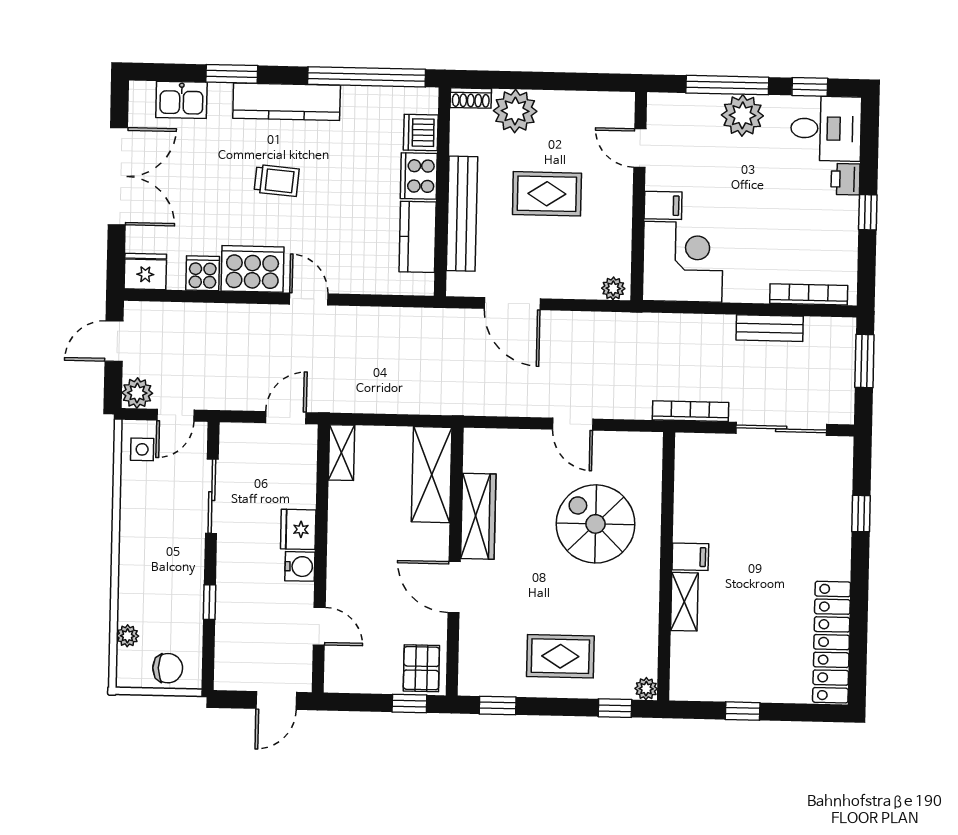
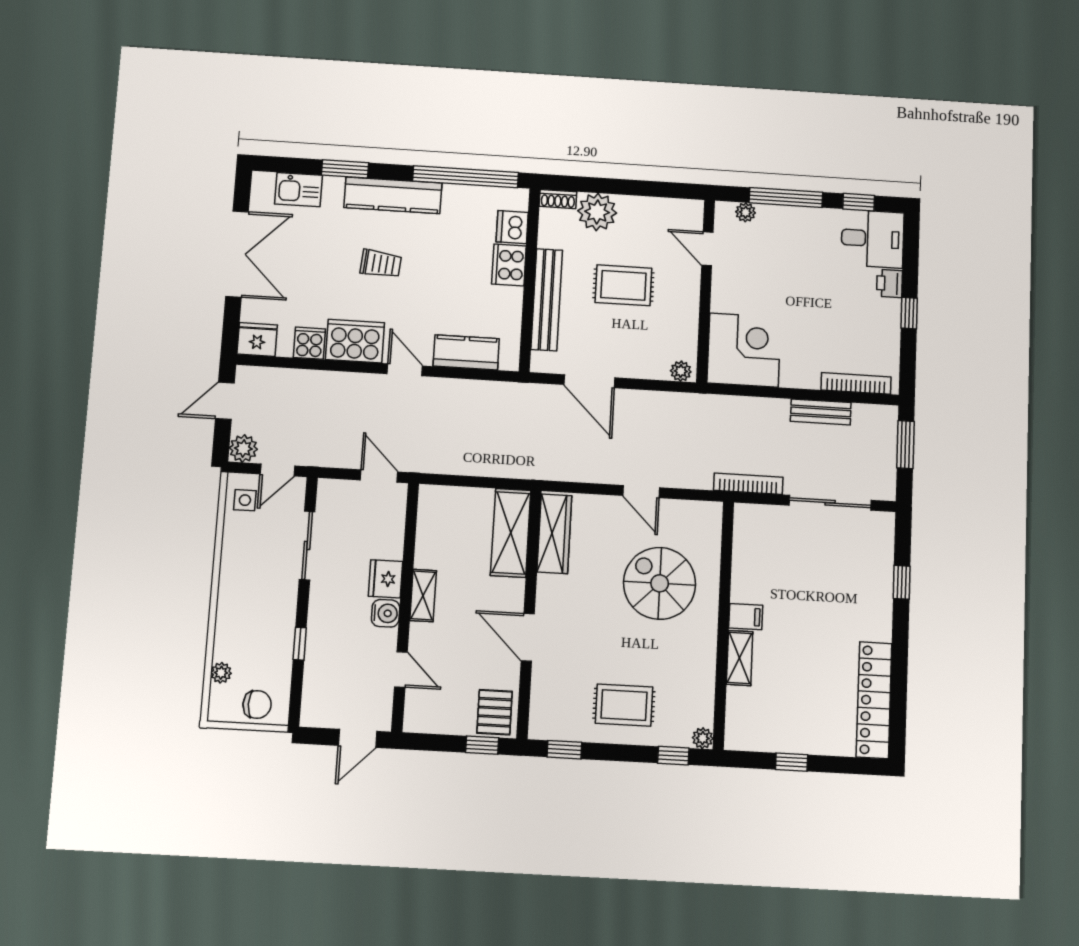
plant: (742, 115) -> (746, 212), moved, width x0.53, depth x0.53
filing cabinet: (663, 205) -> (727, 300), removed
kitchen counter: (418, 237) -> (466, 352), moved, turned 90
door: (286, 418) -> (379, 476), hinge flipped
shelving: (342, 453) -> (423, 595), moved
wardrobe: (478, 516) -> (554, 534), moved

